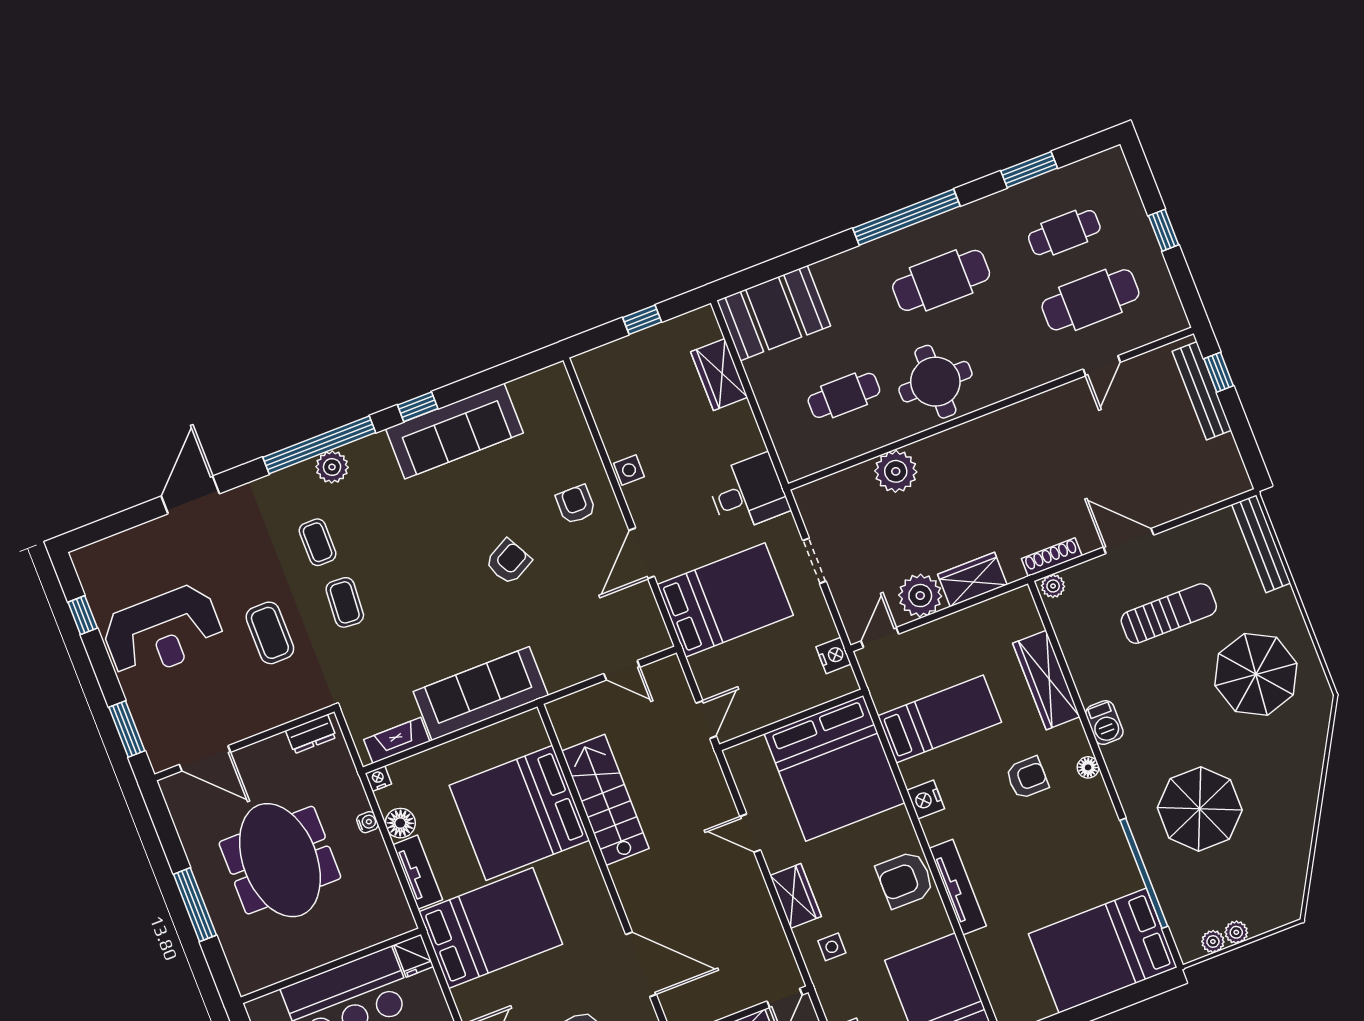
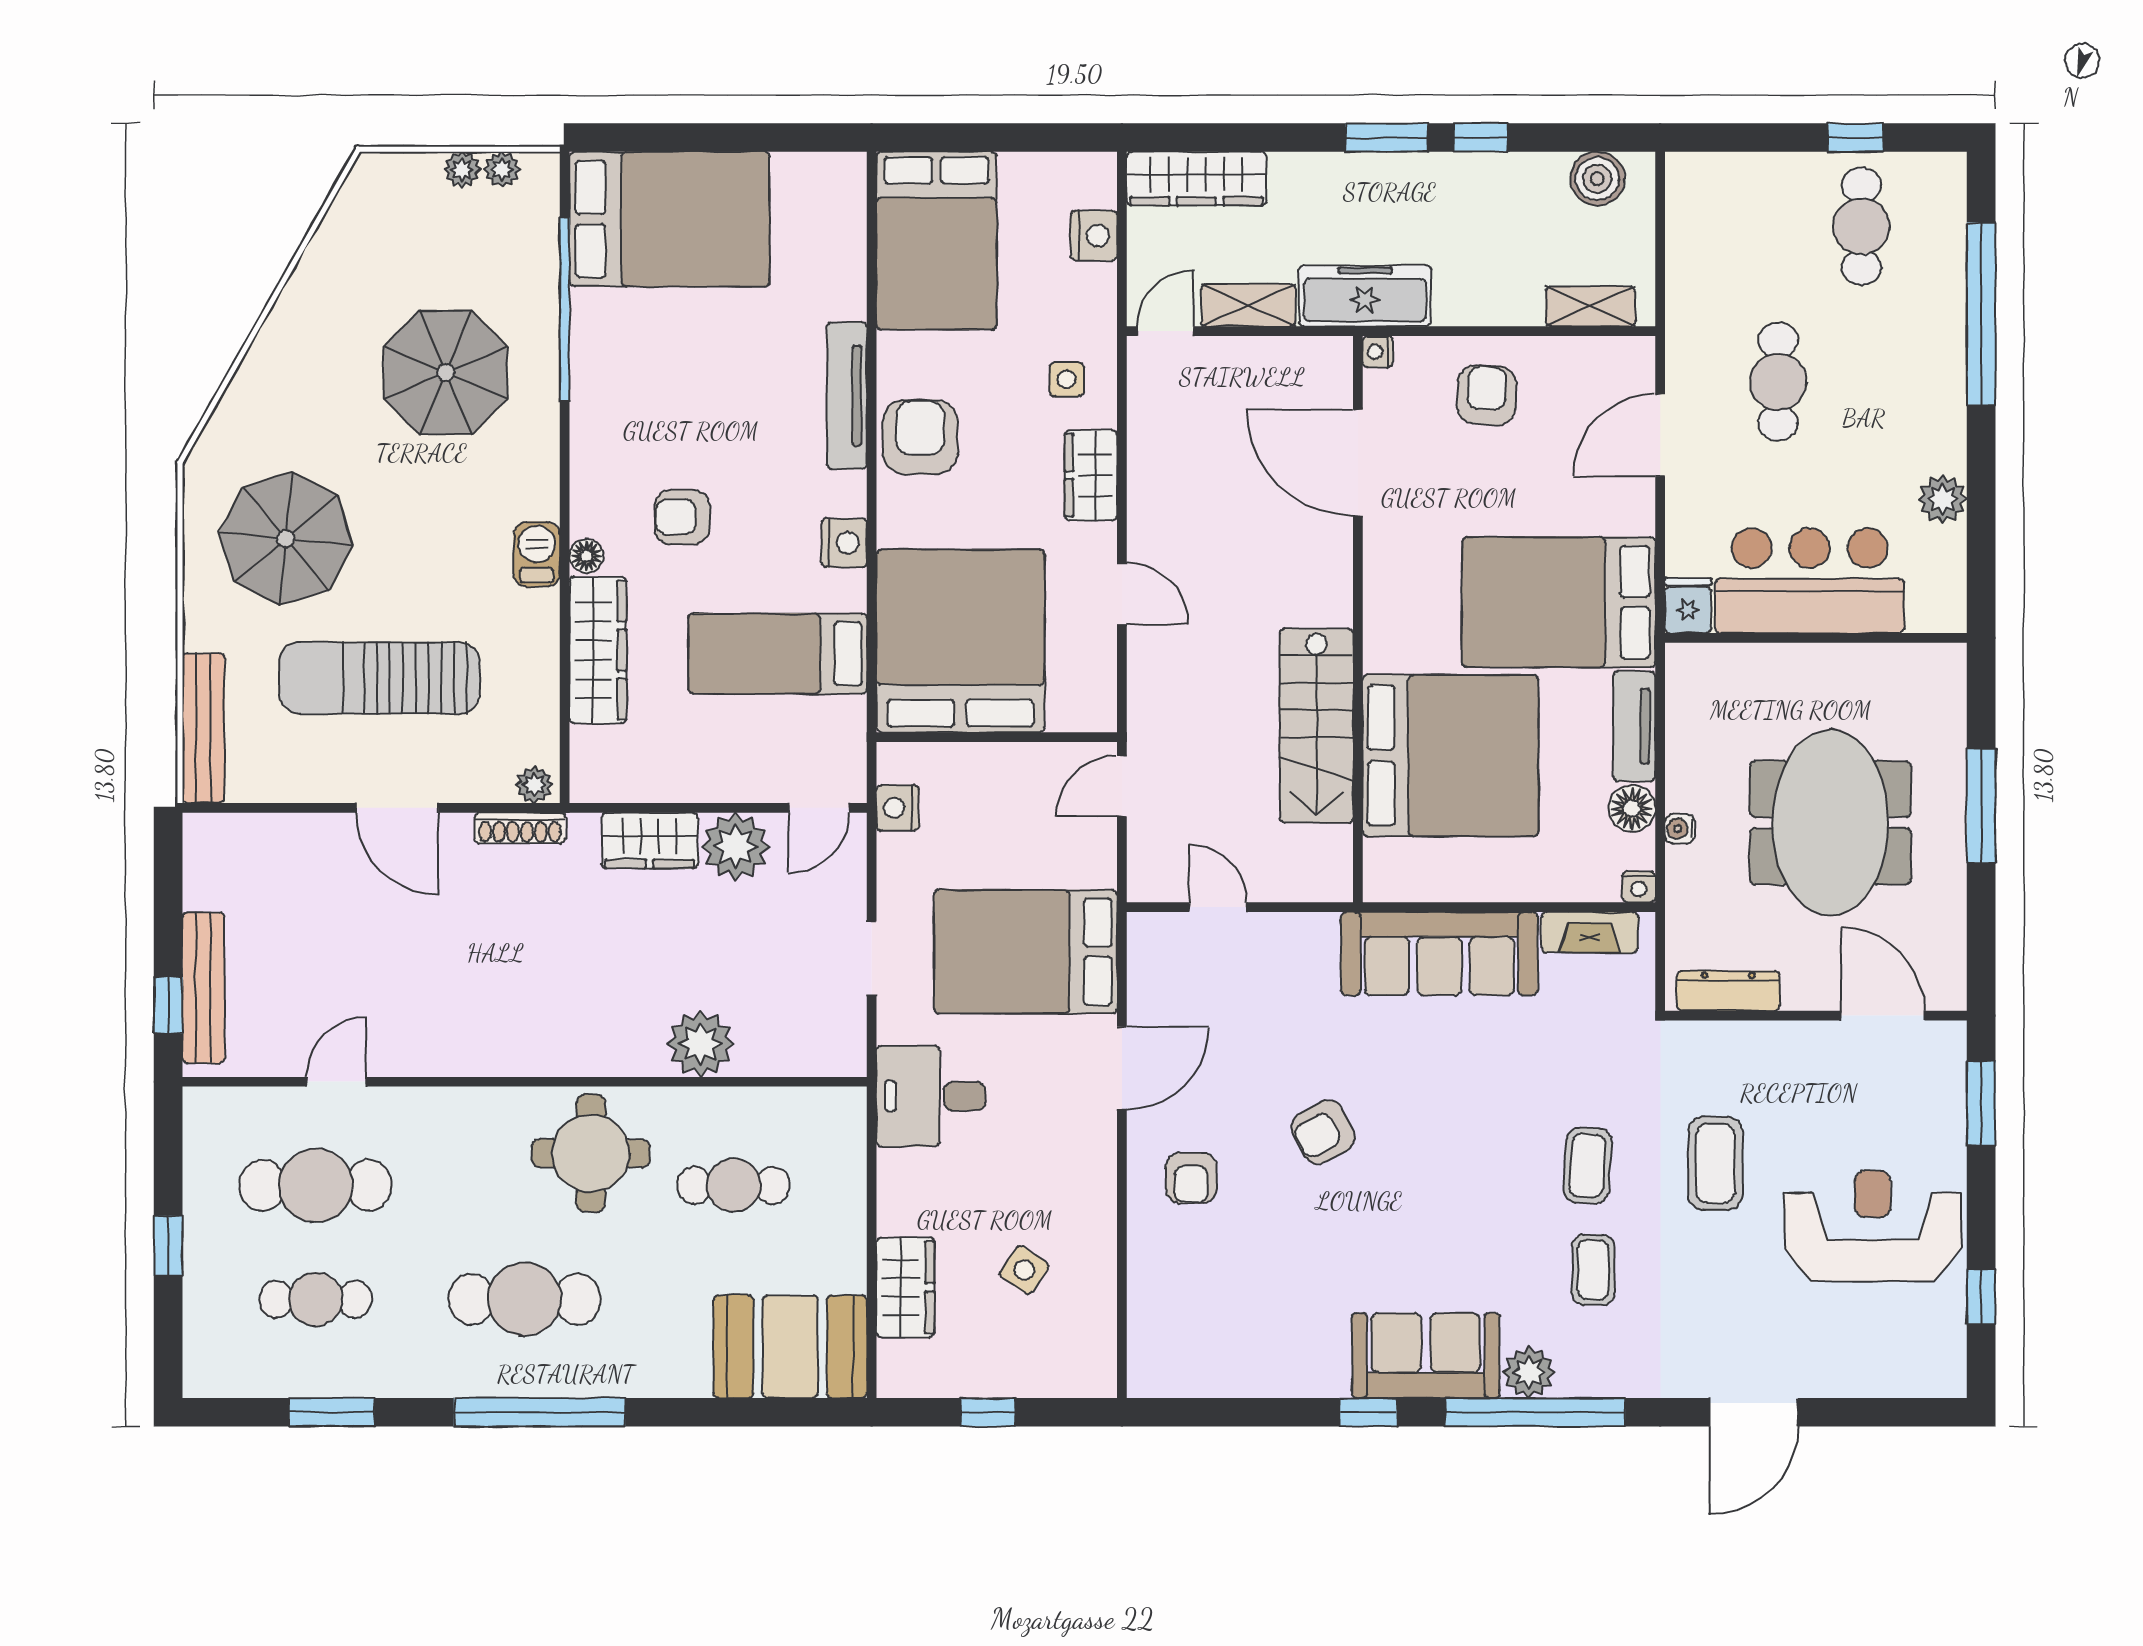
sofa: (454, 431) -> (1426, 1355), moved, width x0.73
side table: (629, 470) -> (1024, 1270), moved, turned 34
sun lounger: (1169, 614) -> (379, 678), width x1.36, depth x1.34
dresser: (311, 734) -> (1728, 991), width x1.44
floor lamp: (1088, 767) -> (586, 556), moved
armchair: (905, 879) -> (920, 437), turned -90

